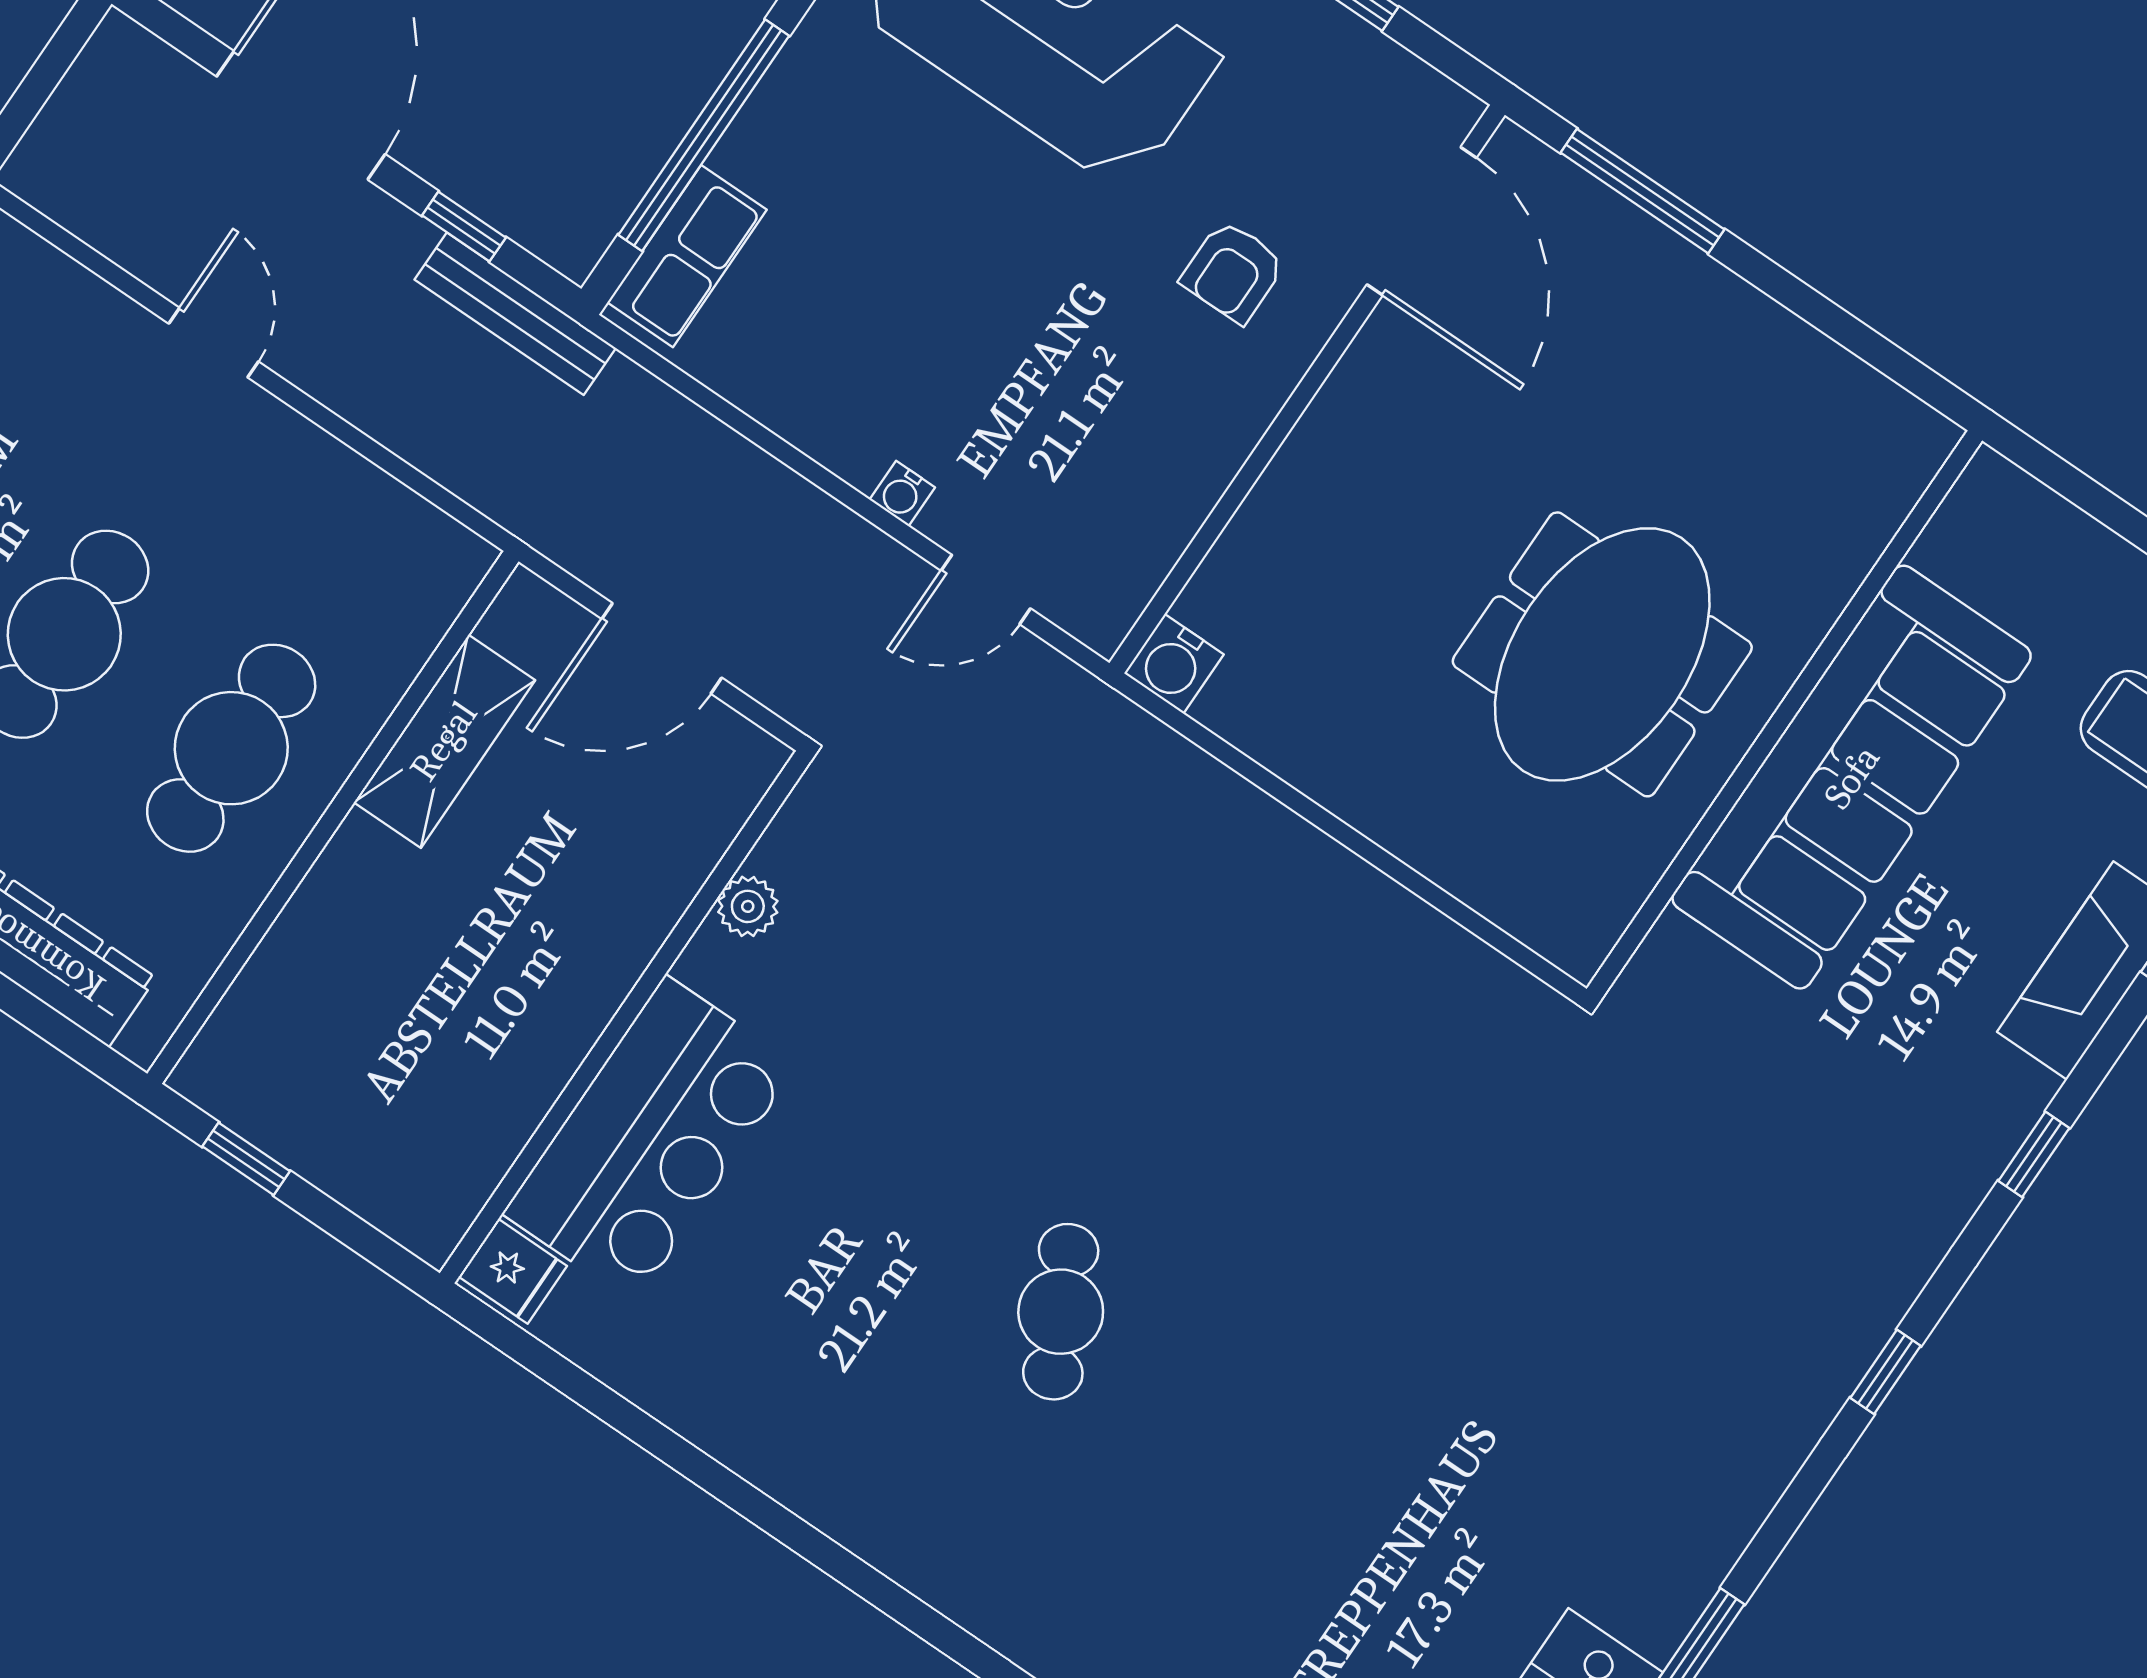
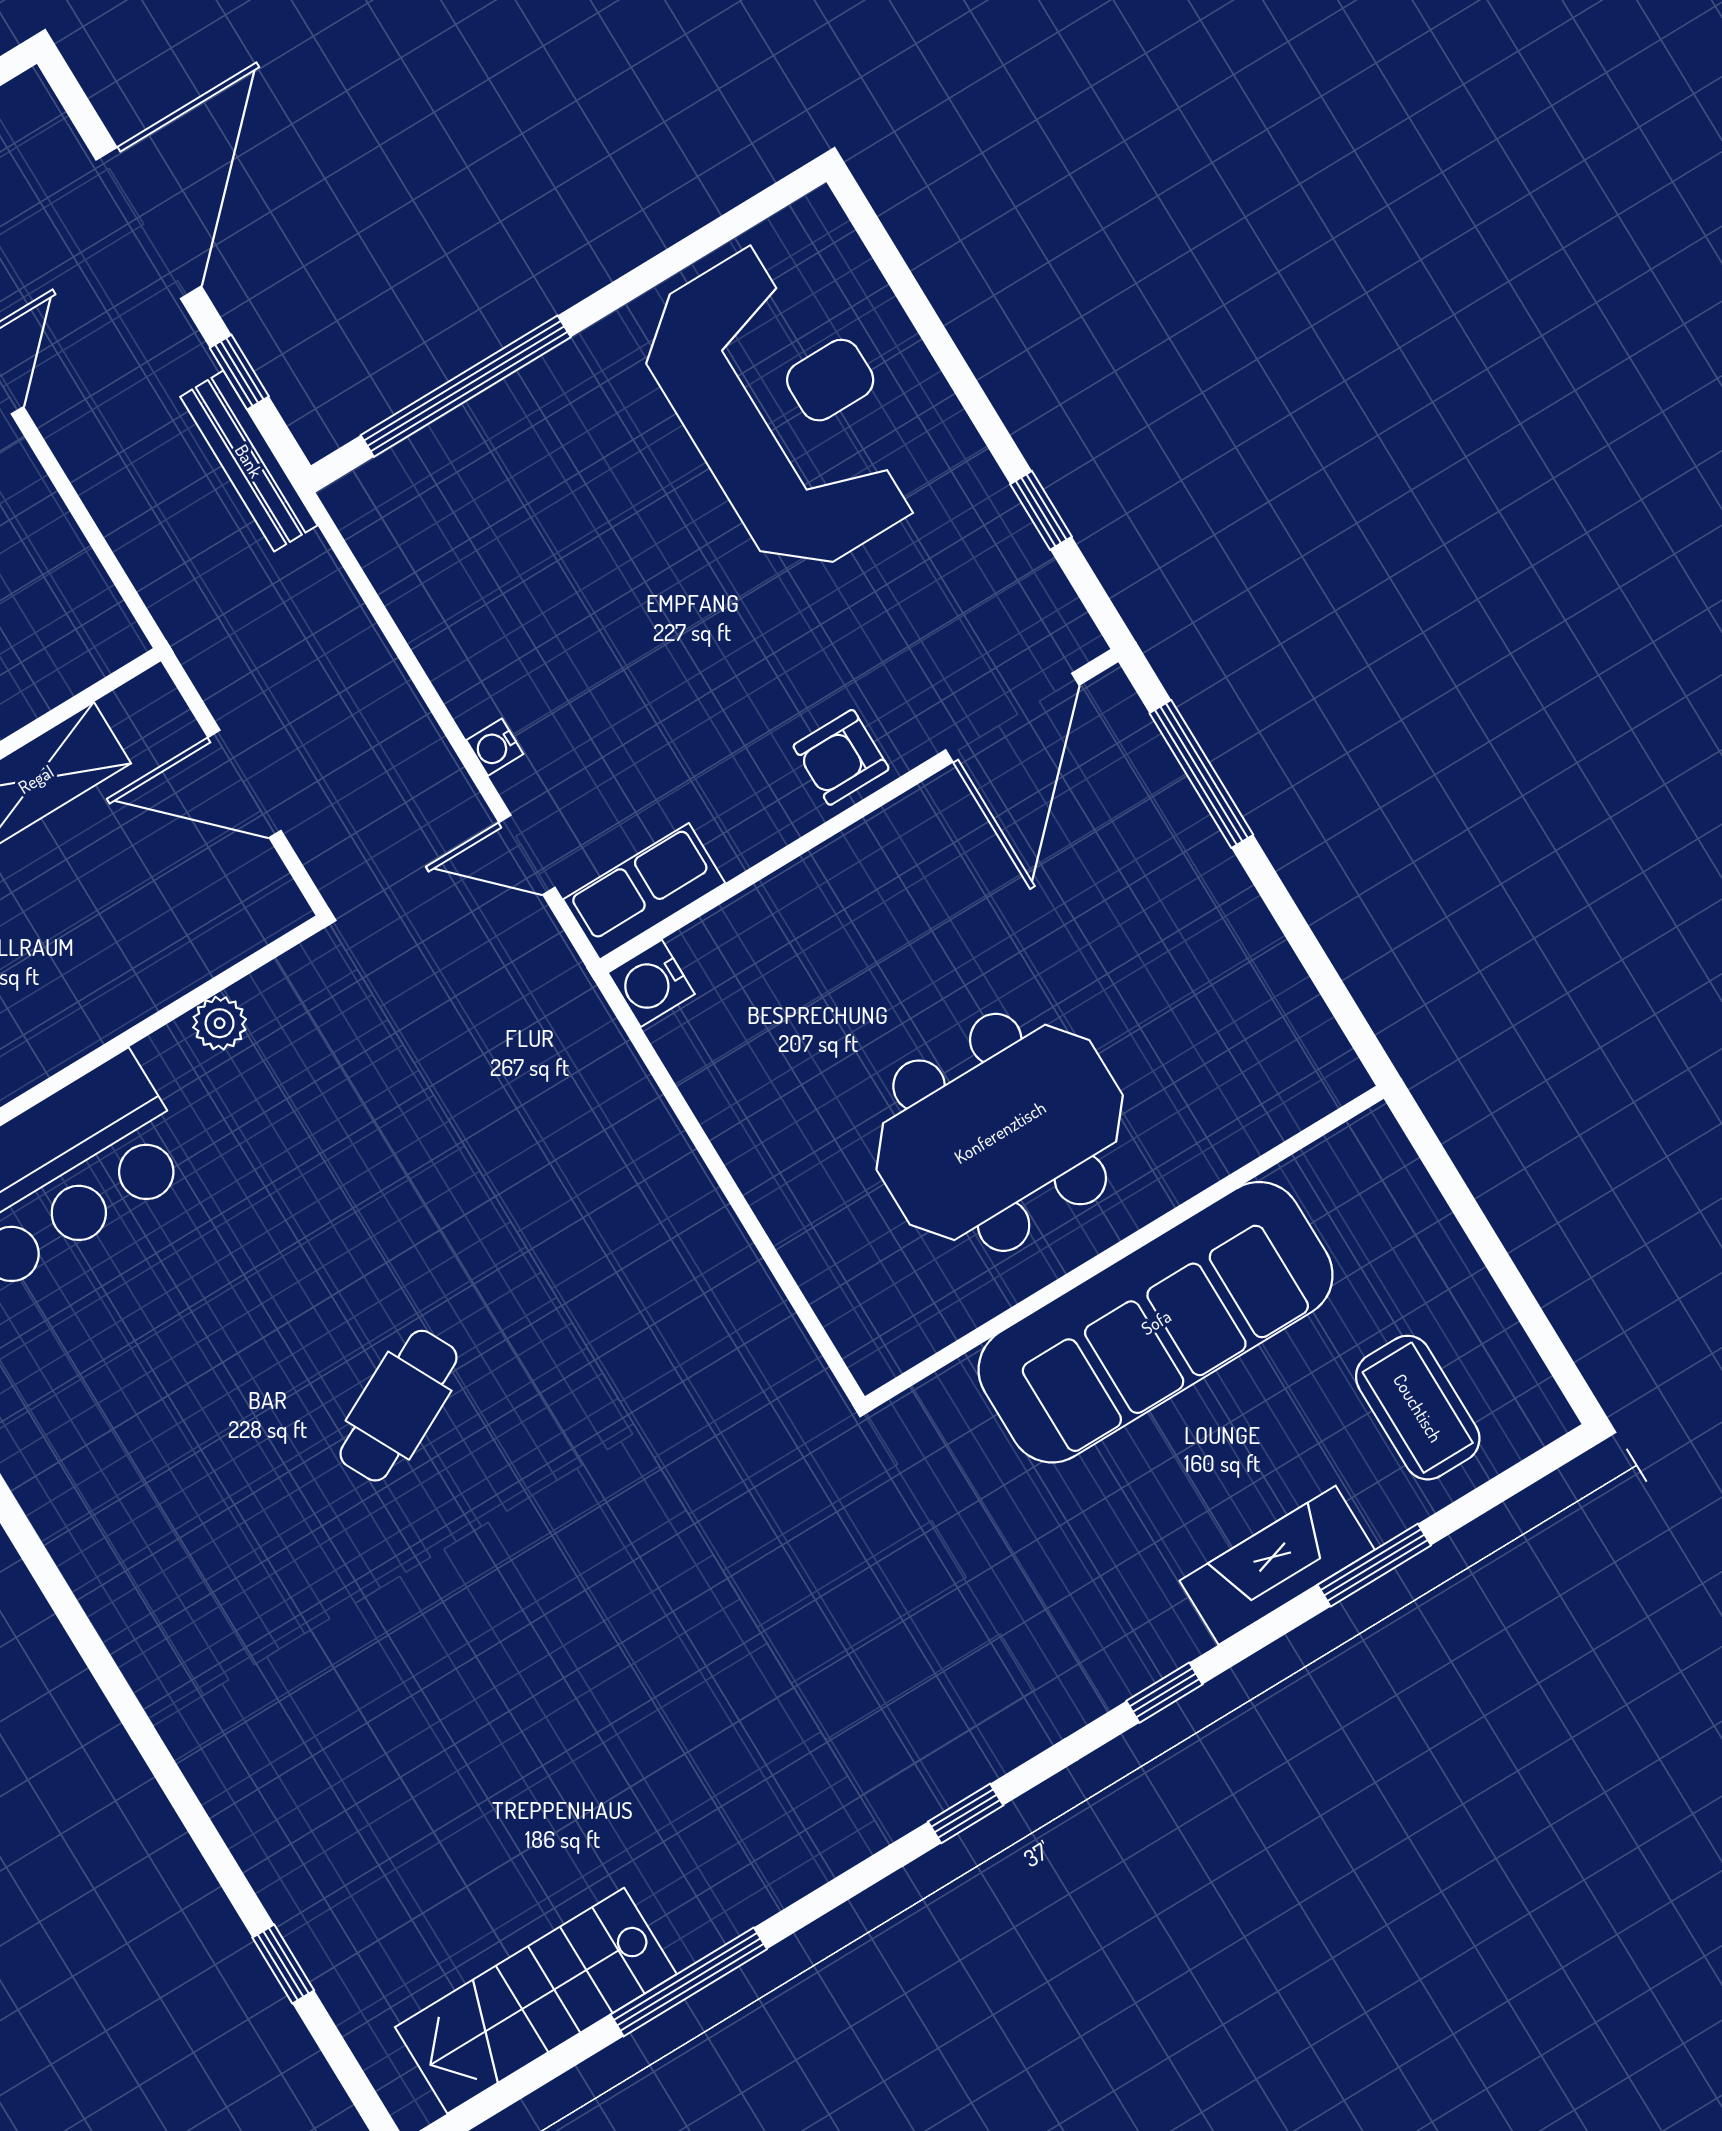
row of seats: (687, 256) -> (644, 891), moved, turned 180
armchair: (1233, 272) -> (841, 757), moved
cafe table: (1061, 1312) -> (399, 1406), moved

